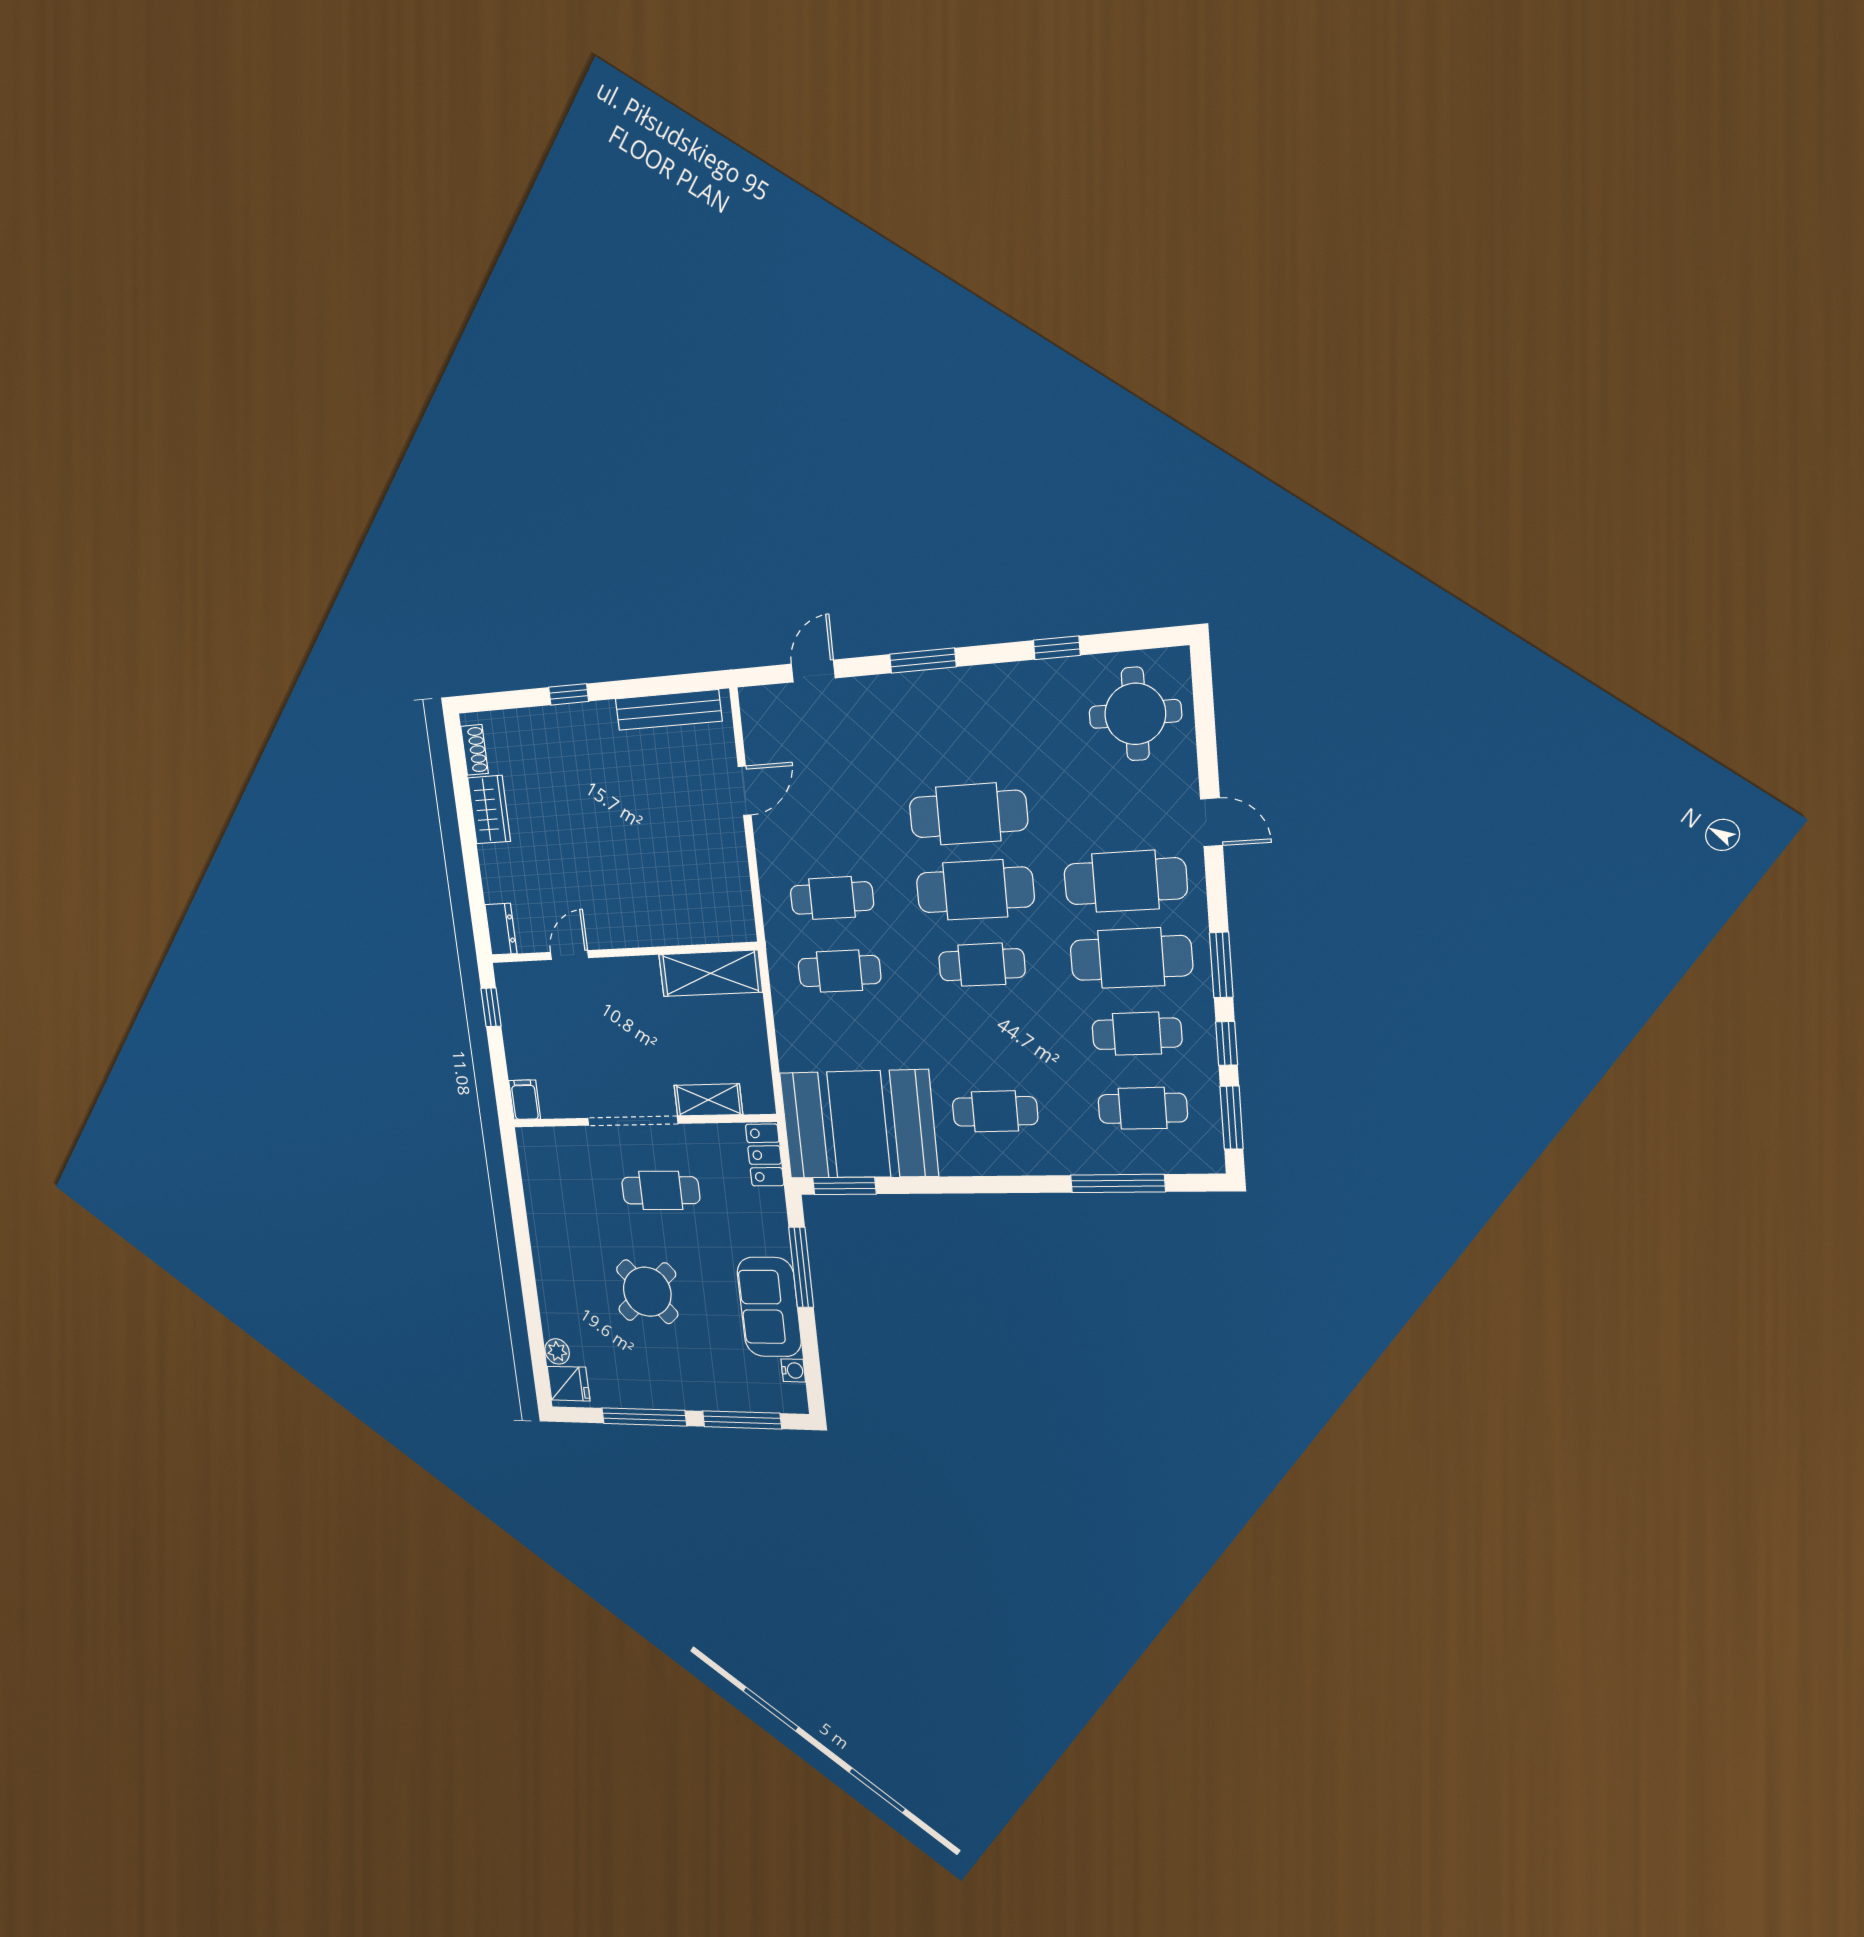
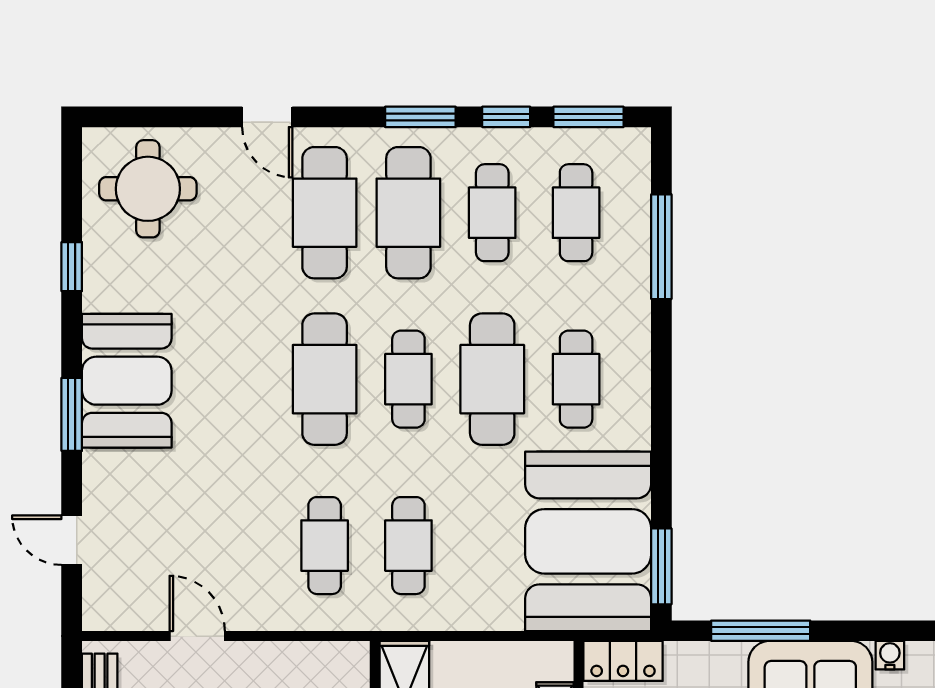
booth: (957, 709) -> (127, 381), added
cafe table: (968, 814) -> (492, 379), moved
door: (1212, 822) -> (267, 117), swing flipped

